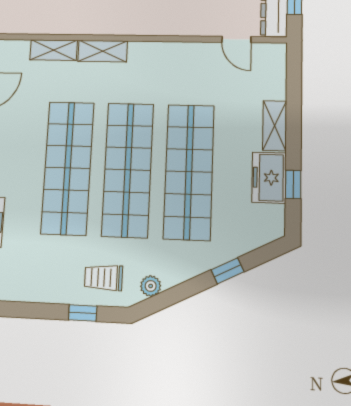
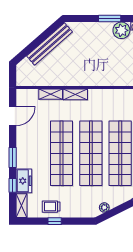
trolley: (104, 278) -> (51, 207), moved
window: (83, 313) -> (55, 221), moved

